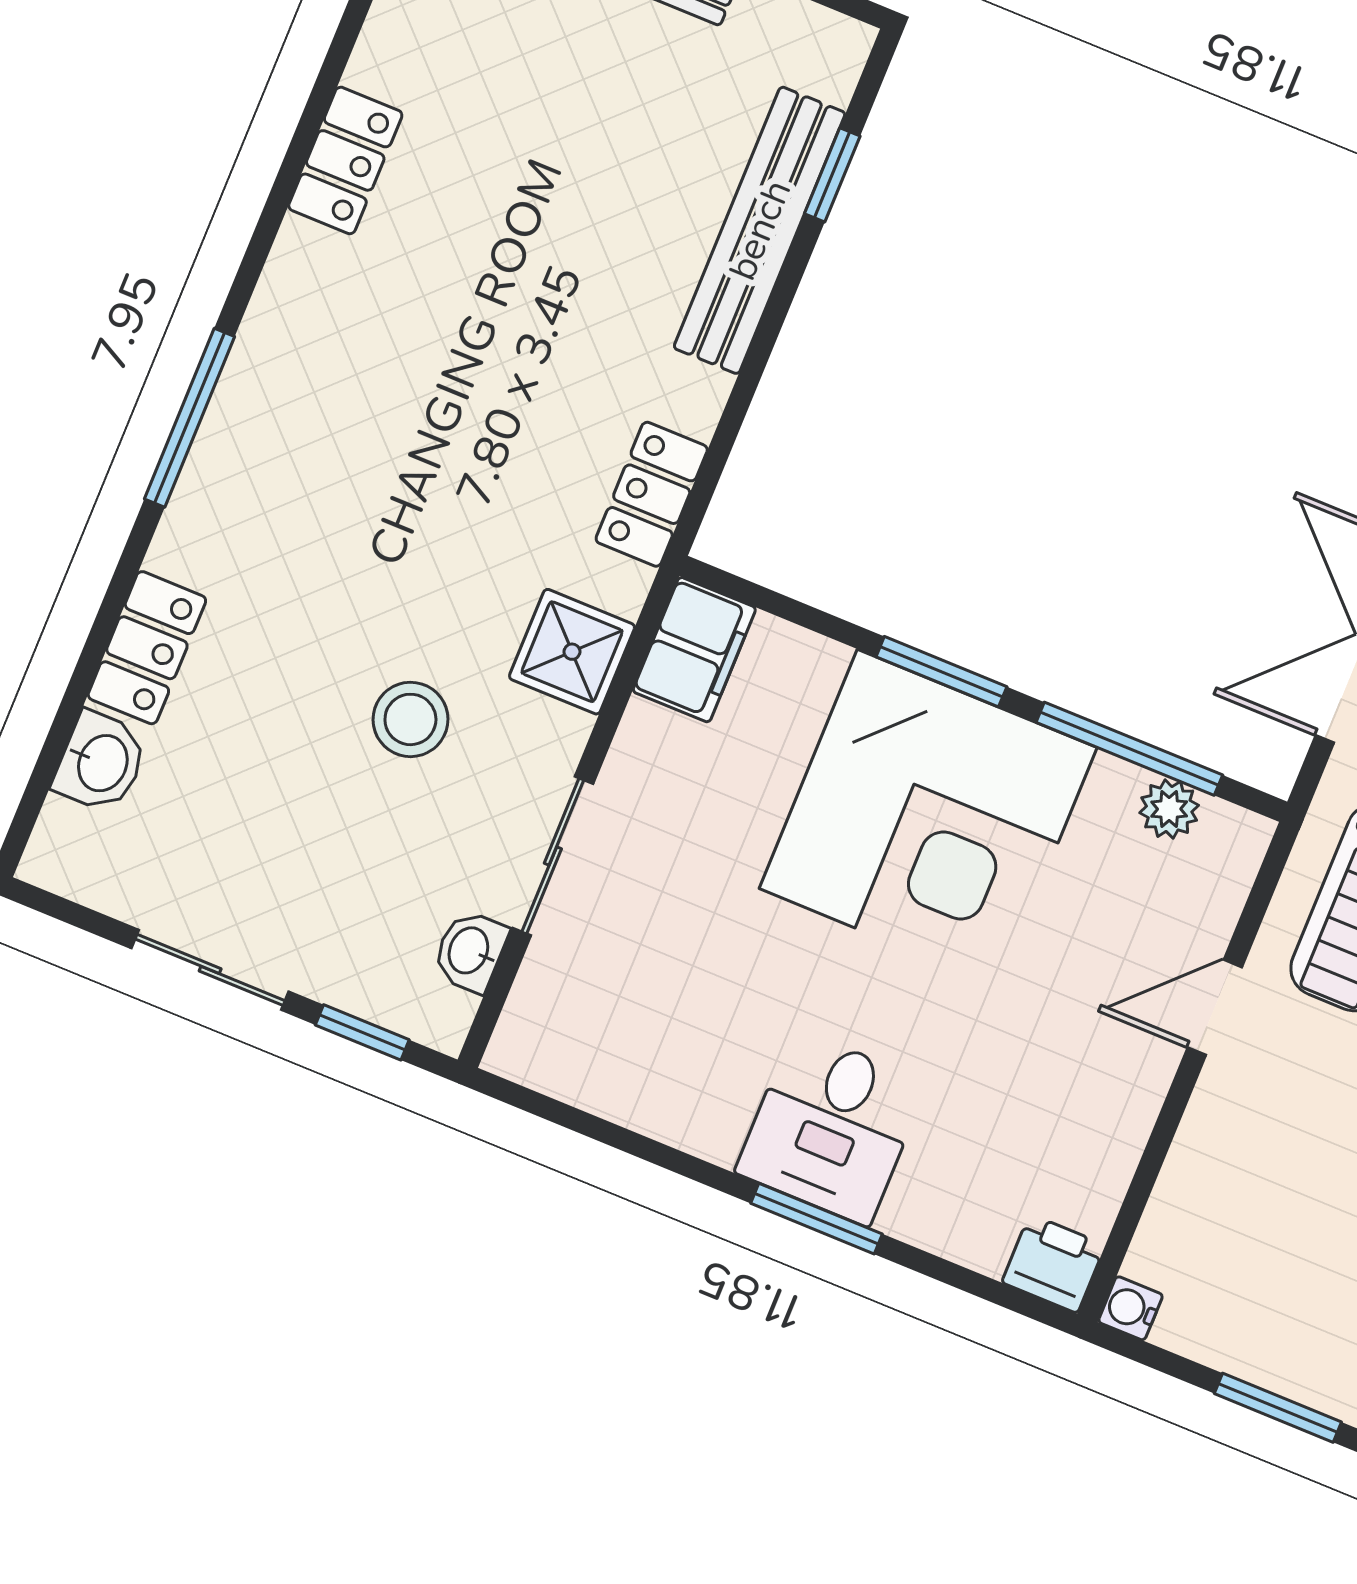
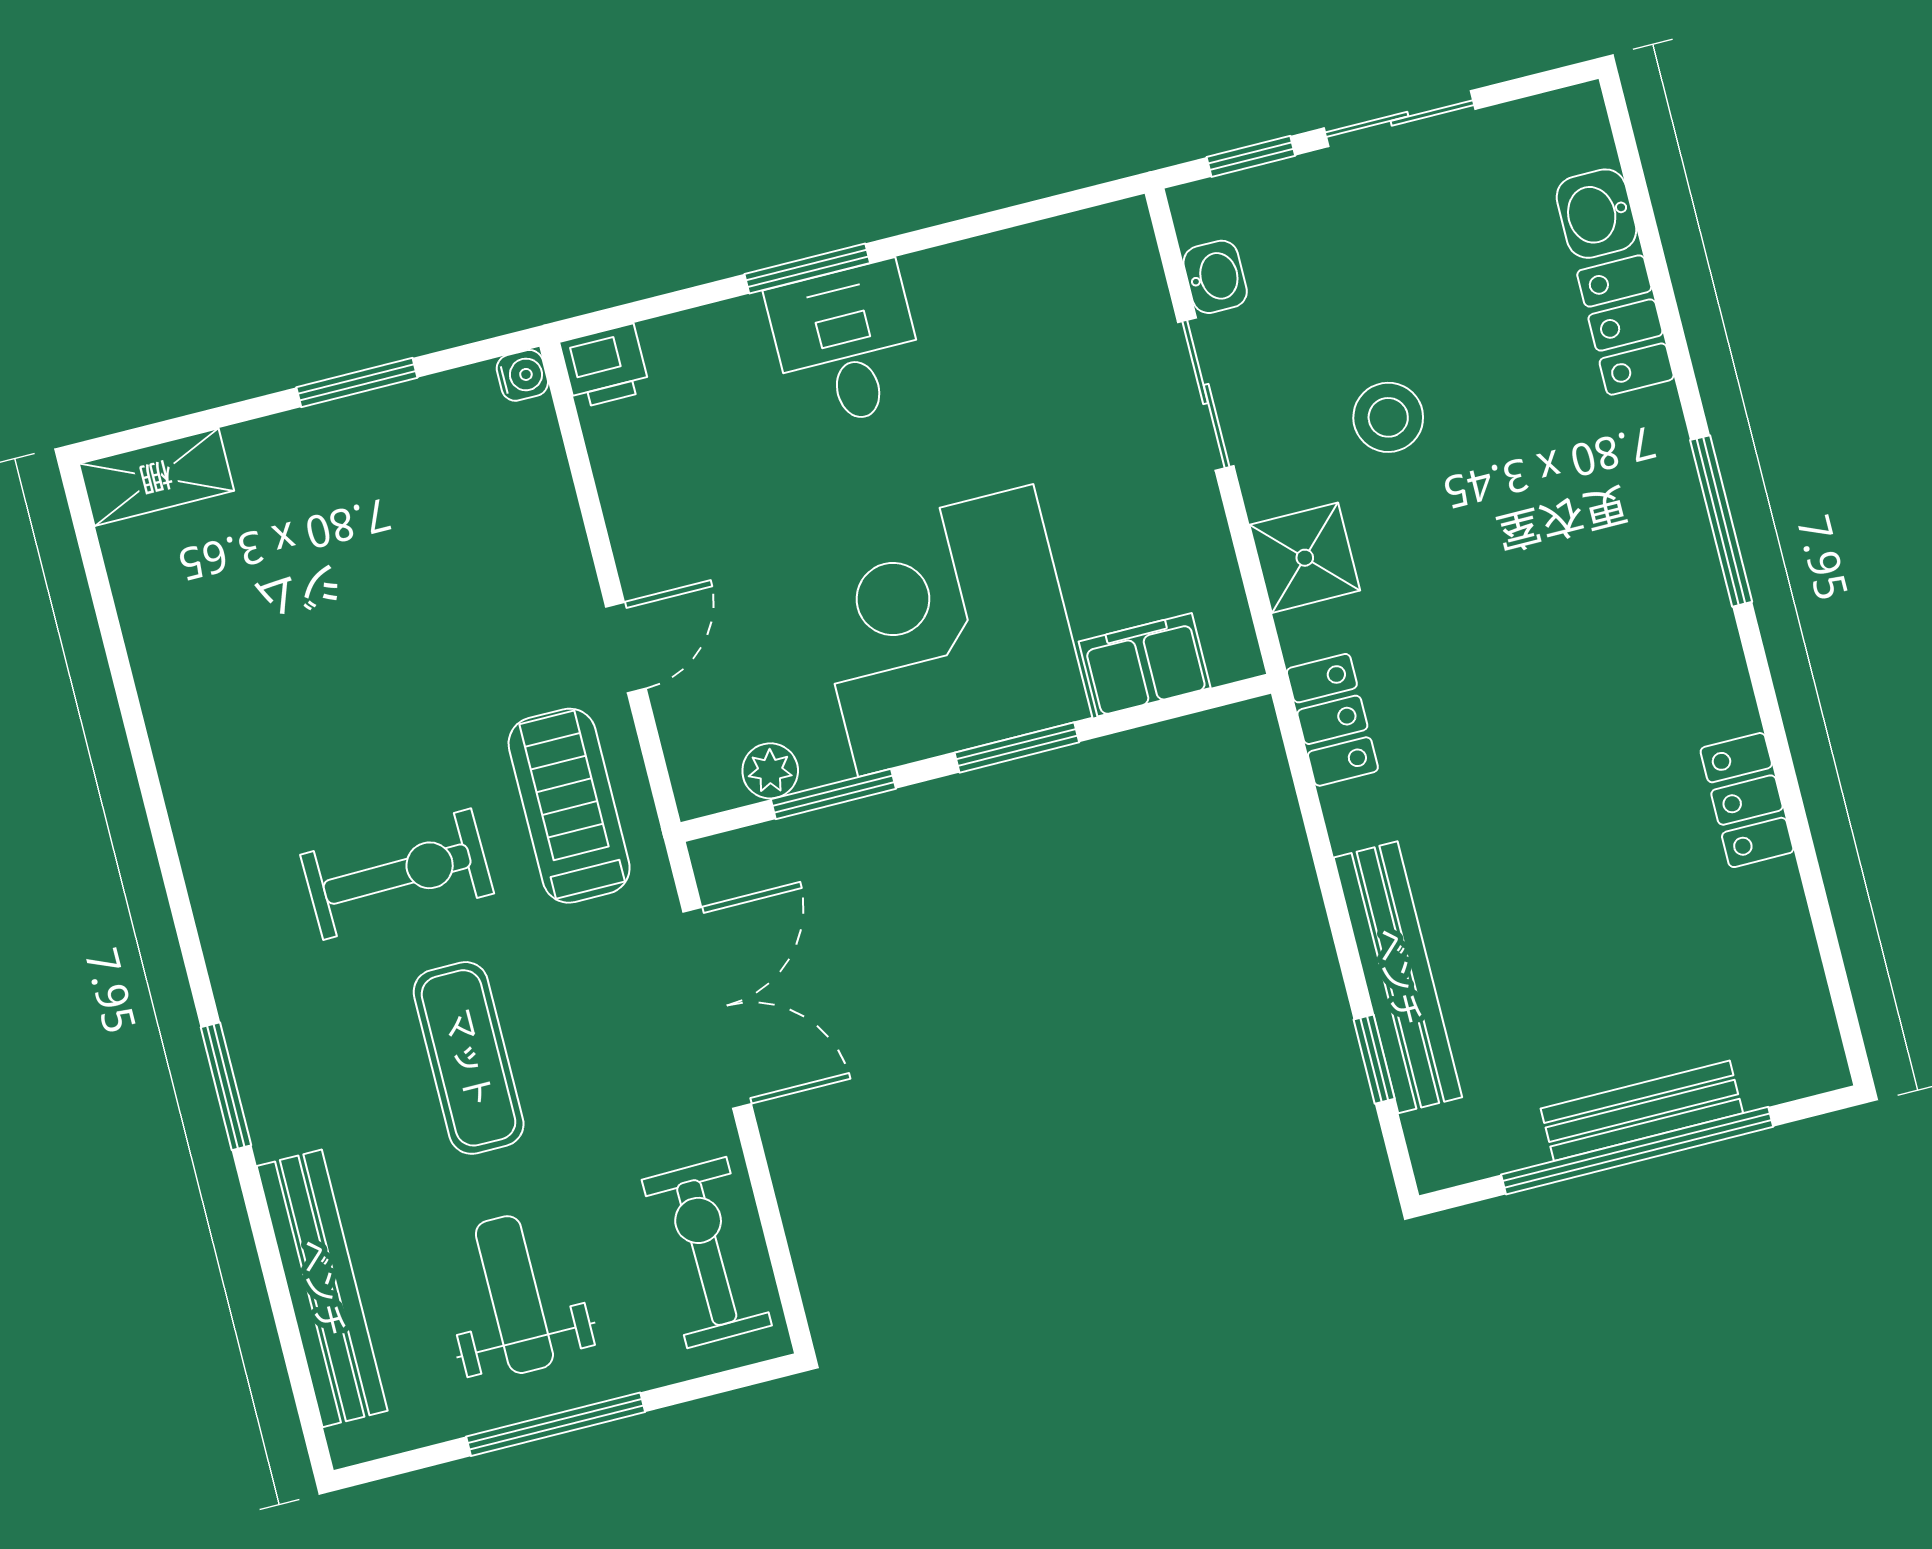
filing cabinet: (694, 650) -> (1145, 665), moved, turned 90
window: (1129, 749) -> (833, 794), width x0.69

